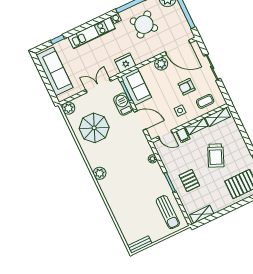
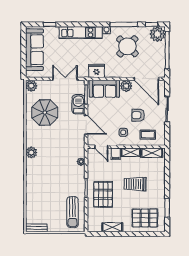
sofa: (136, 87) -> (104, 89), moved, turned 90
trolley: (216, 155) -> (135, 184), turned 68
pallet: (189, 180) -> (103, 194), width x1.50, depth x1.42
shelving: (202, 214) -> (112, 227), moved

